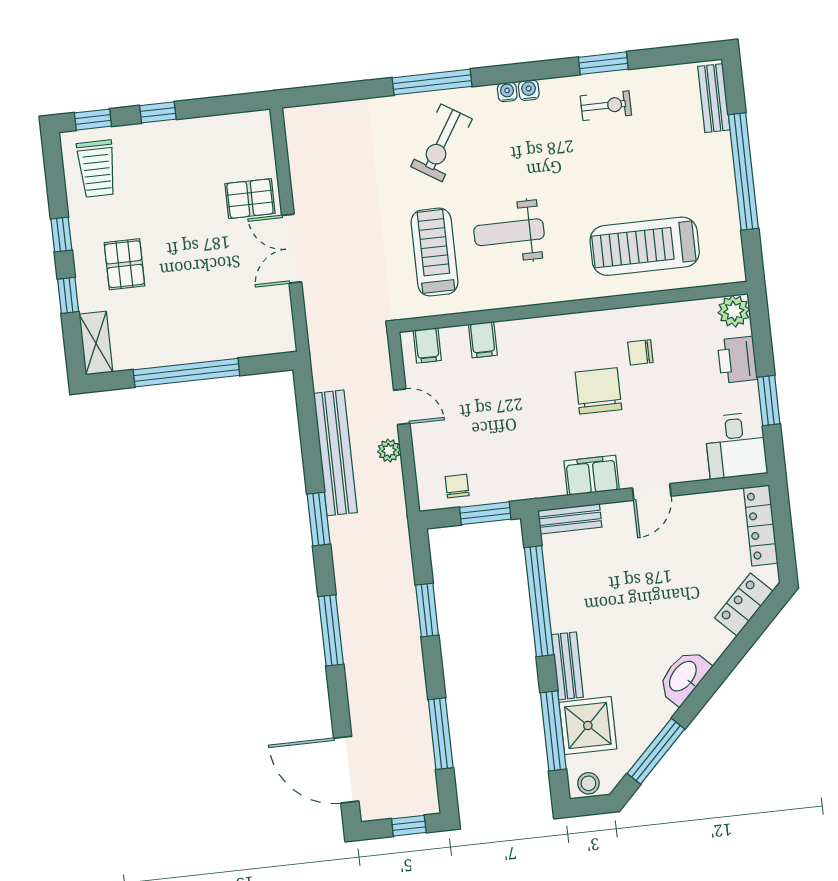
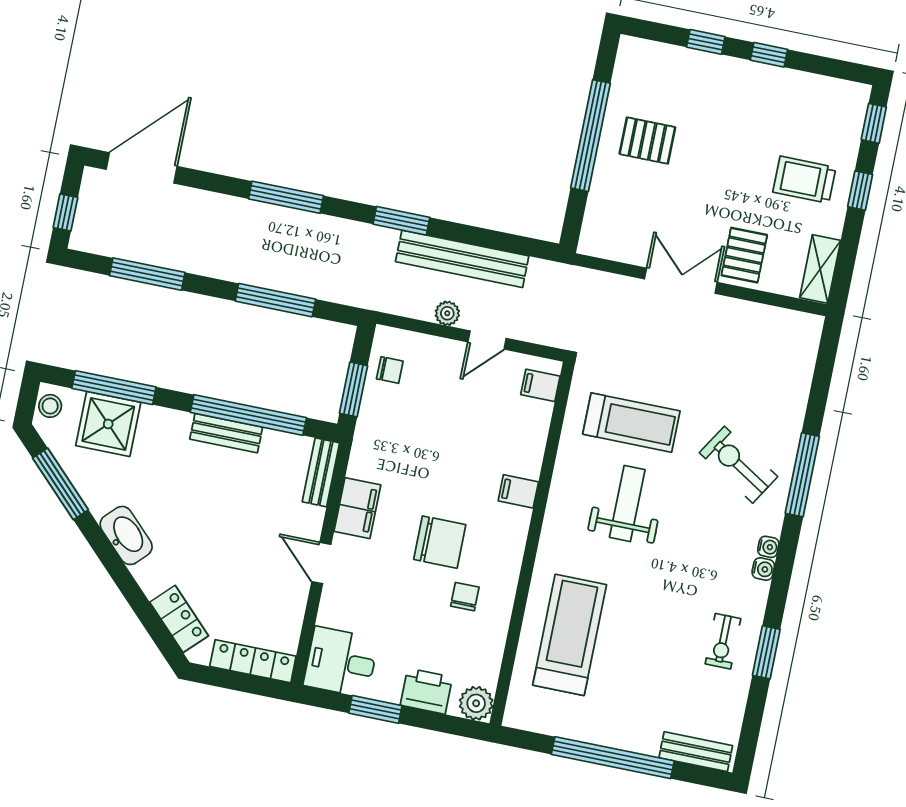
trolley: (97, 169) -> (804, 180), moved
pallet: (124, 264) -> (647, 141), moved
filing cabinet: (483, 340) -> (518, 491), moved
shelving: (96, 343) -> (820, 269), moved, turned 90
window: (427, 610) -> (275, 300), width x1.44
bench: (567, 666) -> (226, 433), moved

